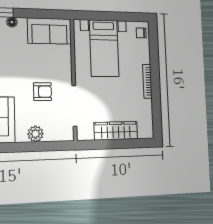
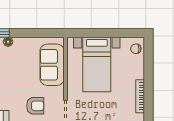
sofa: (49, 31) -> (52, 65), moved, turned 90

